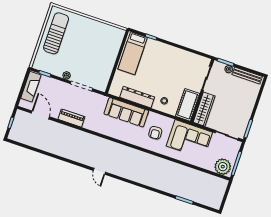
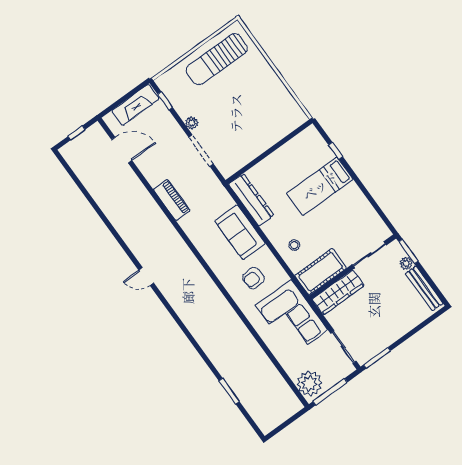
sun lounger: (56, 33) -> (217, 59), turned 180
bed: (133, 53) -> (320, 186), moved
dresser: (137, 97) -> (251, 200), moved
sofa: (126, 112) -> (240, 232), width x0.73
door: (40, 115) -> (122, 150), hinge flipped
piano: (71, 118) -> (172, 200), moved
door: (99, 171) -> (146, 277), hinge flipped

